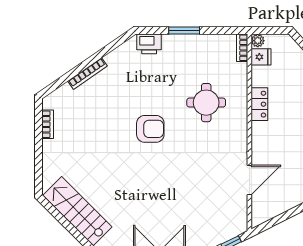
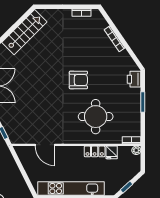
fridge: (261, 57) -> (112, 152), moved
round table: (206, 103) -> (96, 117), width x1.36, depth x1.36
armchair: (150, 129) -> (78, 80), turned -90

